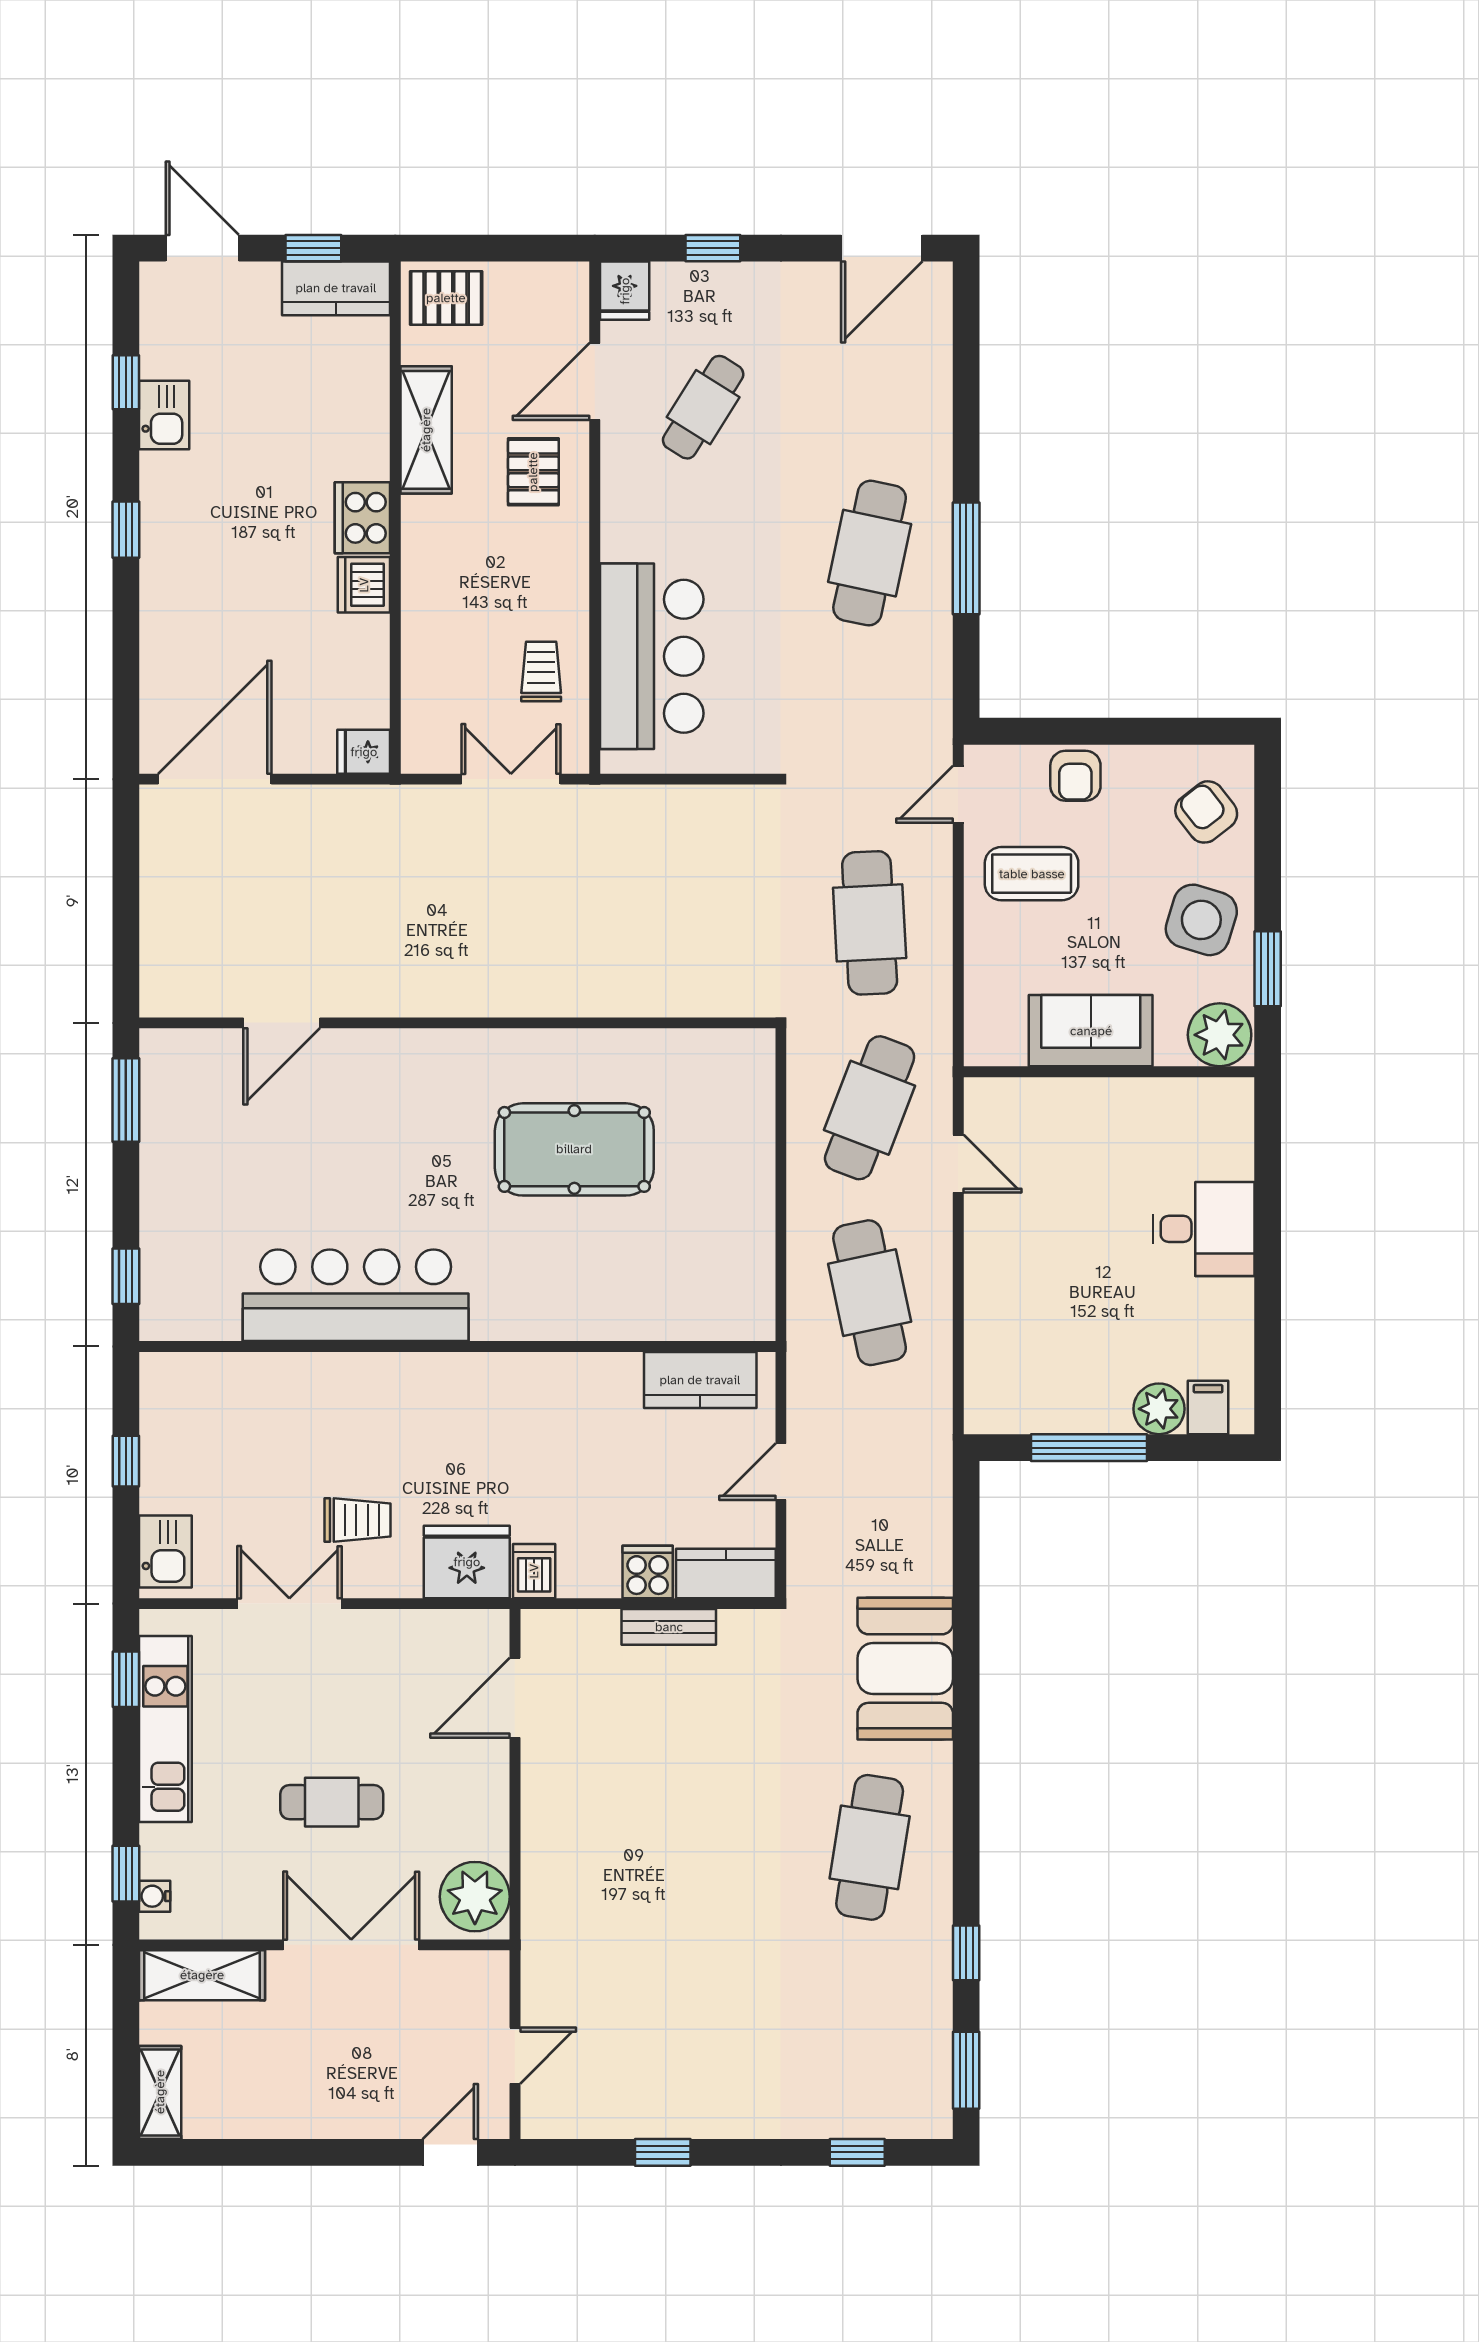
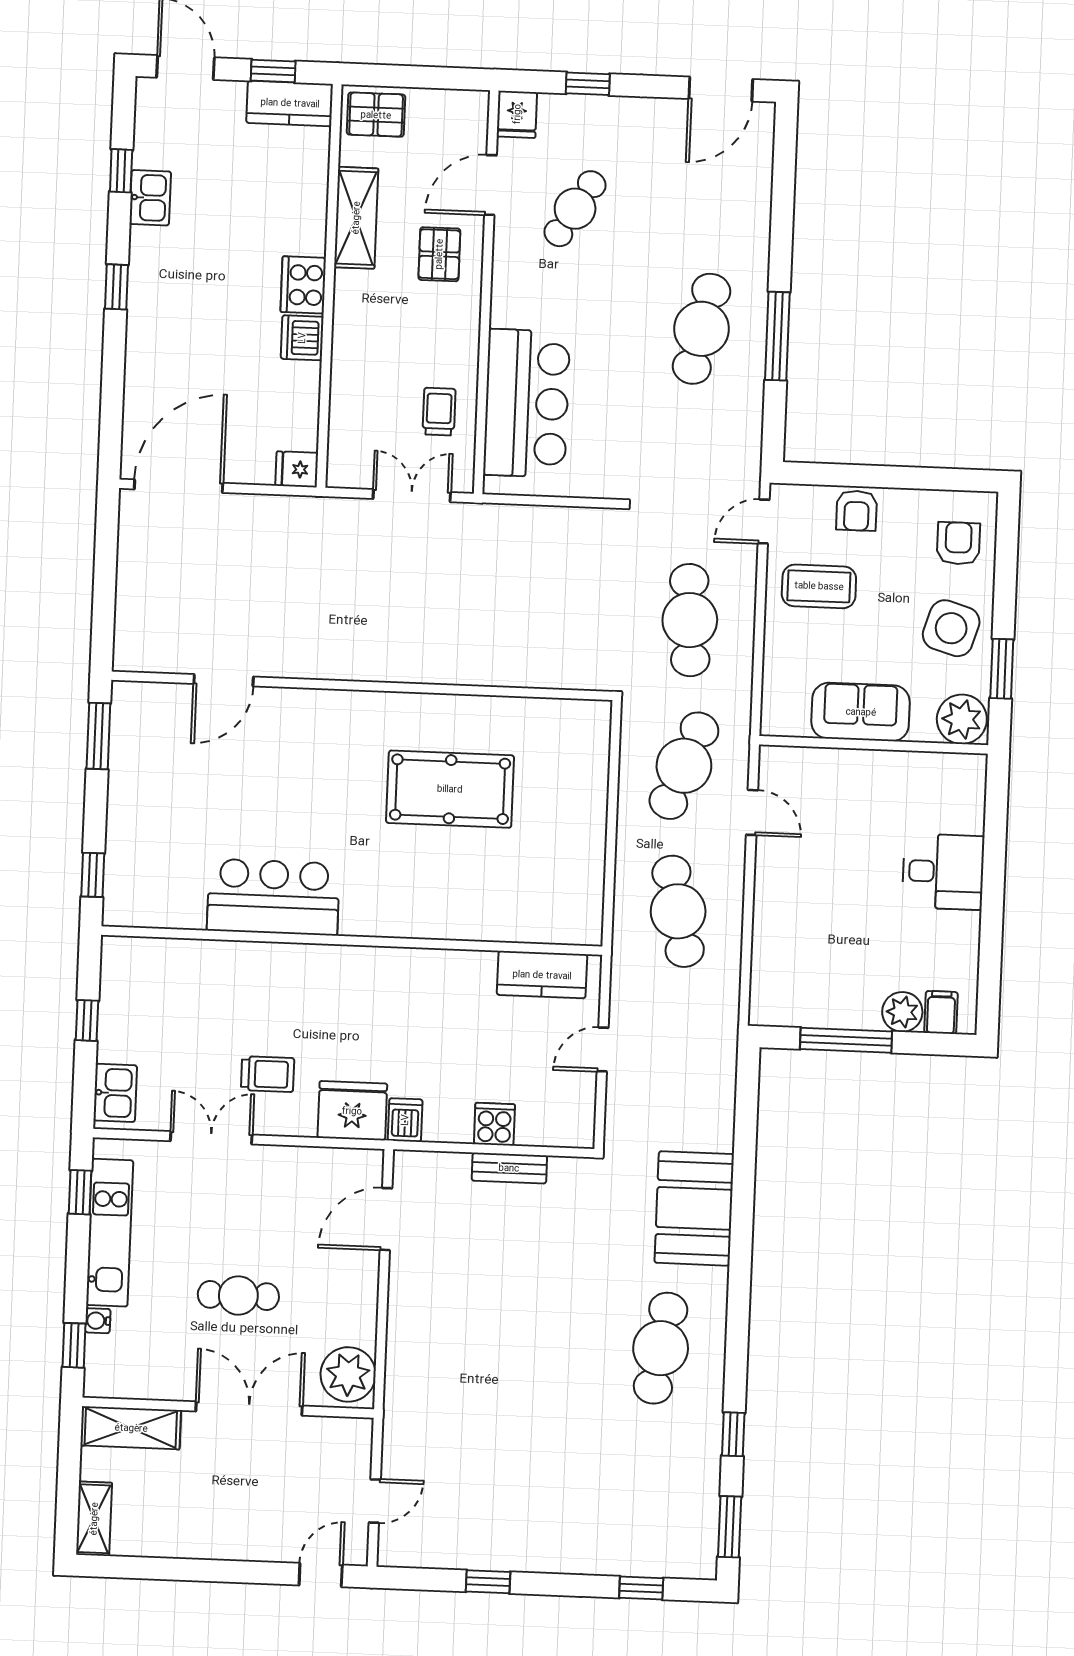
armchair: (1206, 812) -> (958, 543), turned 38
bar counter: (356, 1295) -> (273, 897), width x0.73
kitchen counter: (726, 1573) -> (556, 1128), removed
water cooler: (155, 1896) -> (98, 1321), moved

